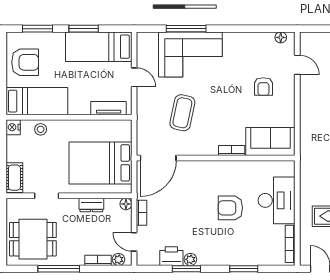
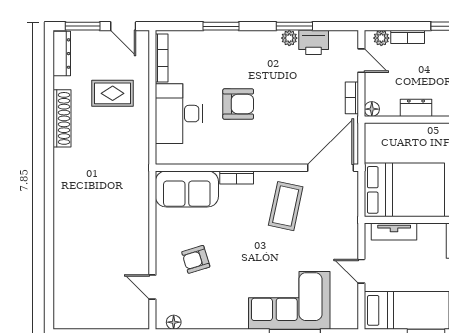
armchair: (263, 87) -> (196, 259), turned -107
coffee table: (182, 113) -> (286, 206), moved
bed: (100, 163) -> (404, 190), moved

